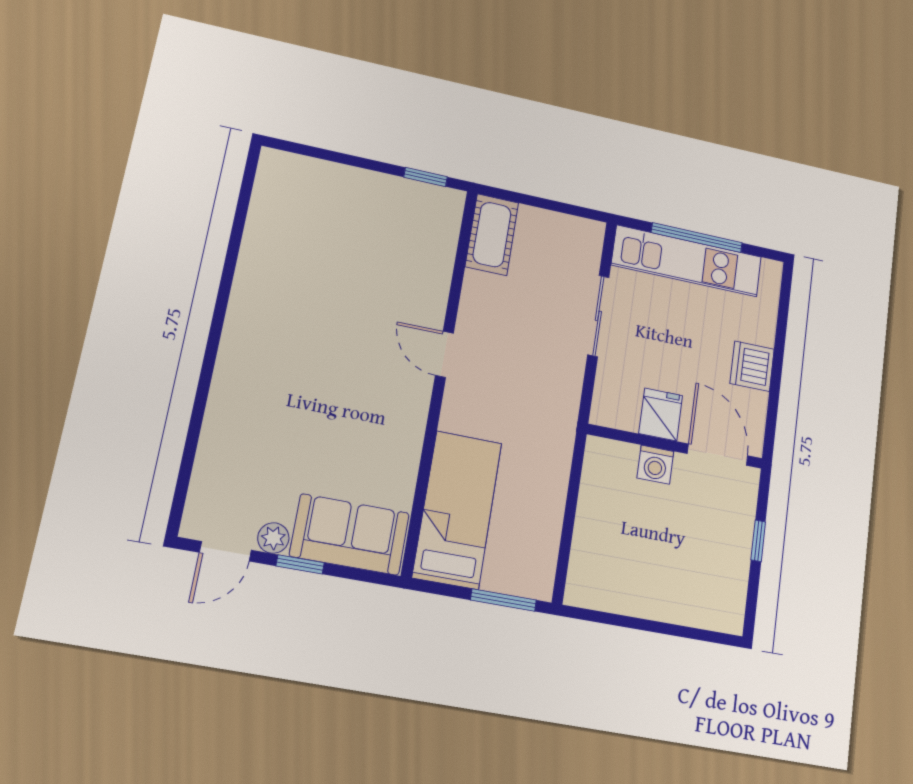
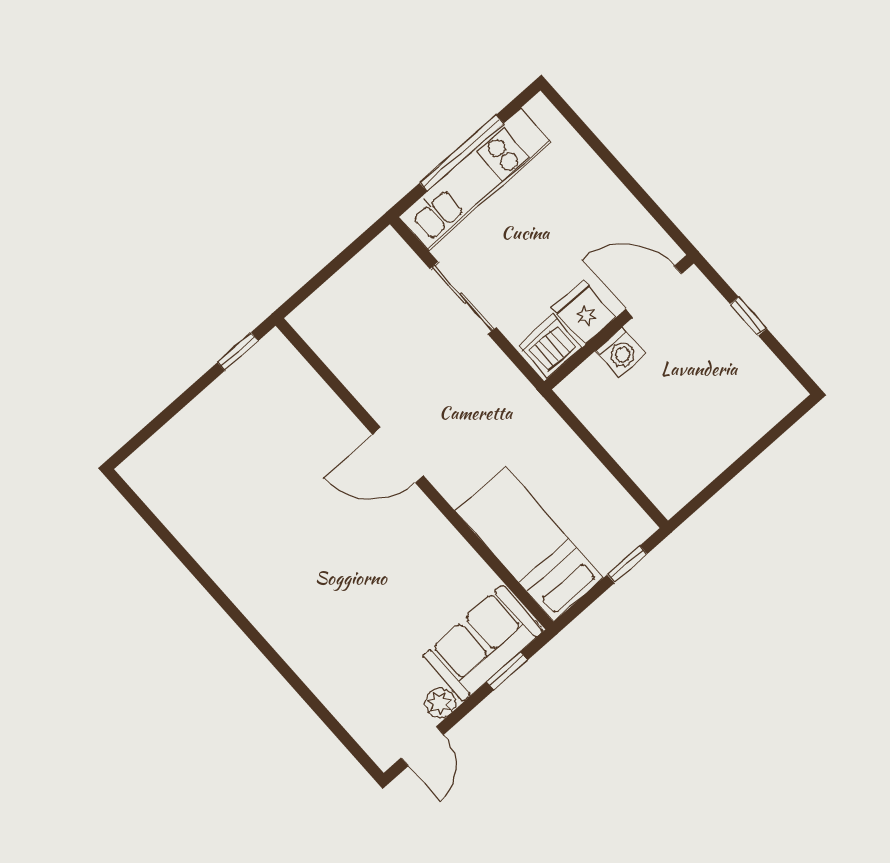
cot: (492, 235) -> (328, 334), removed
door: (444, 354) -> (398, 455), width x1.38
dishwasher: (752, 366) -> (550, 346), moved, turned 90
window: (300, 564) -> (507, 671), moved
window: (503, 600) -> (627, 564), width x0.67

